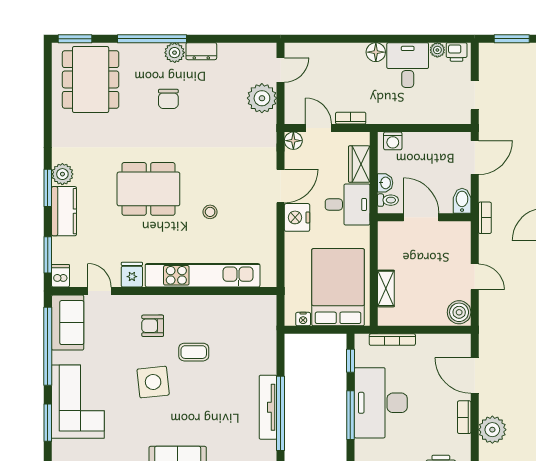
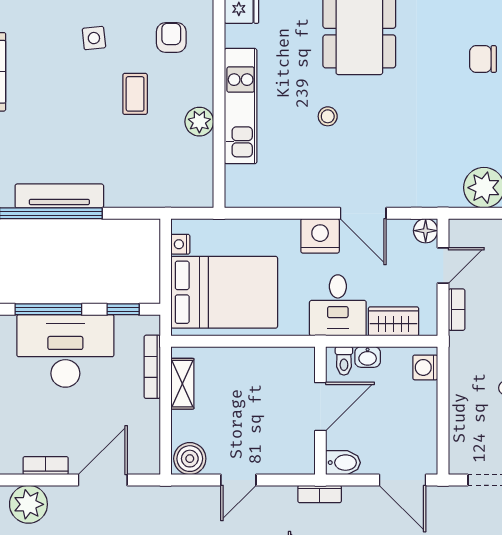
kitchen unit: (203, 275) -> (241, 106), width x0.73
shelving: (386, 288) -> (182, 384), moved, turned 90
plant: (214, 305) -> (199, 122), added
side table: (153, 382) -> (94, 38), width x0.54, depth x0.54

